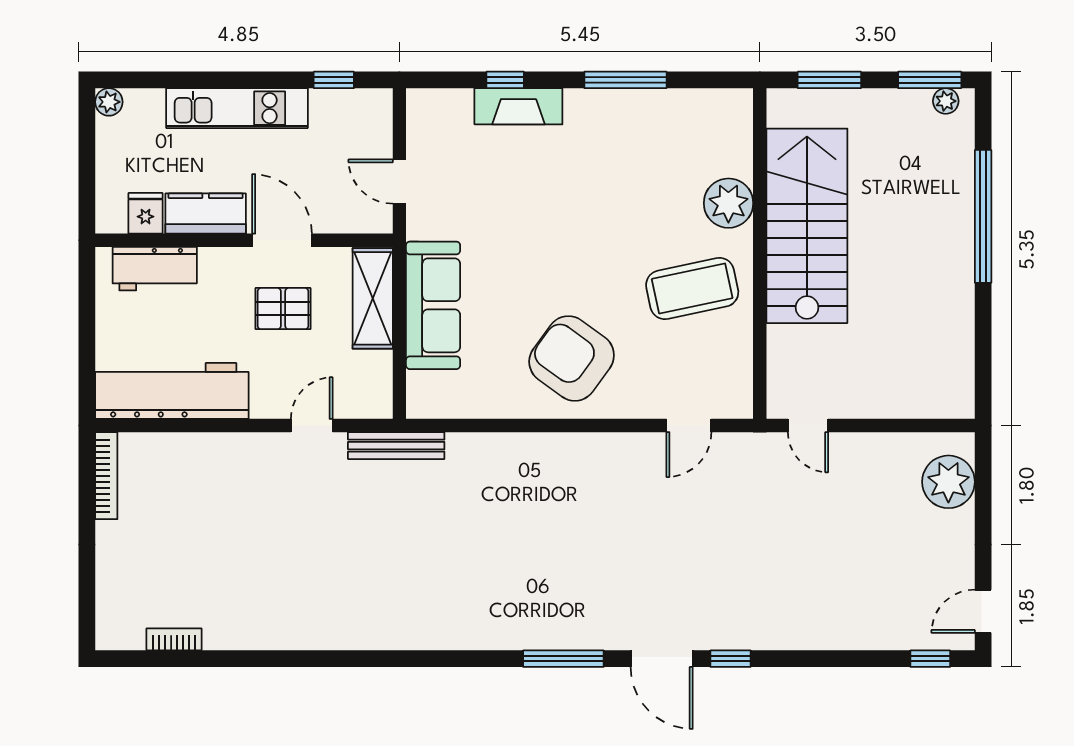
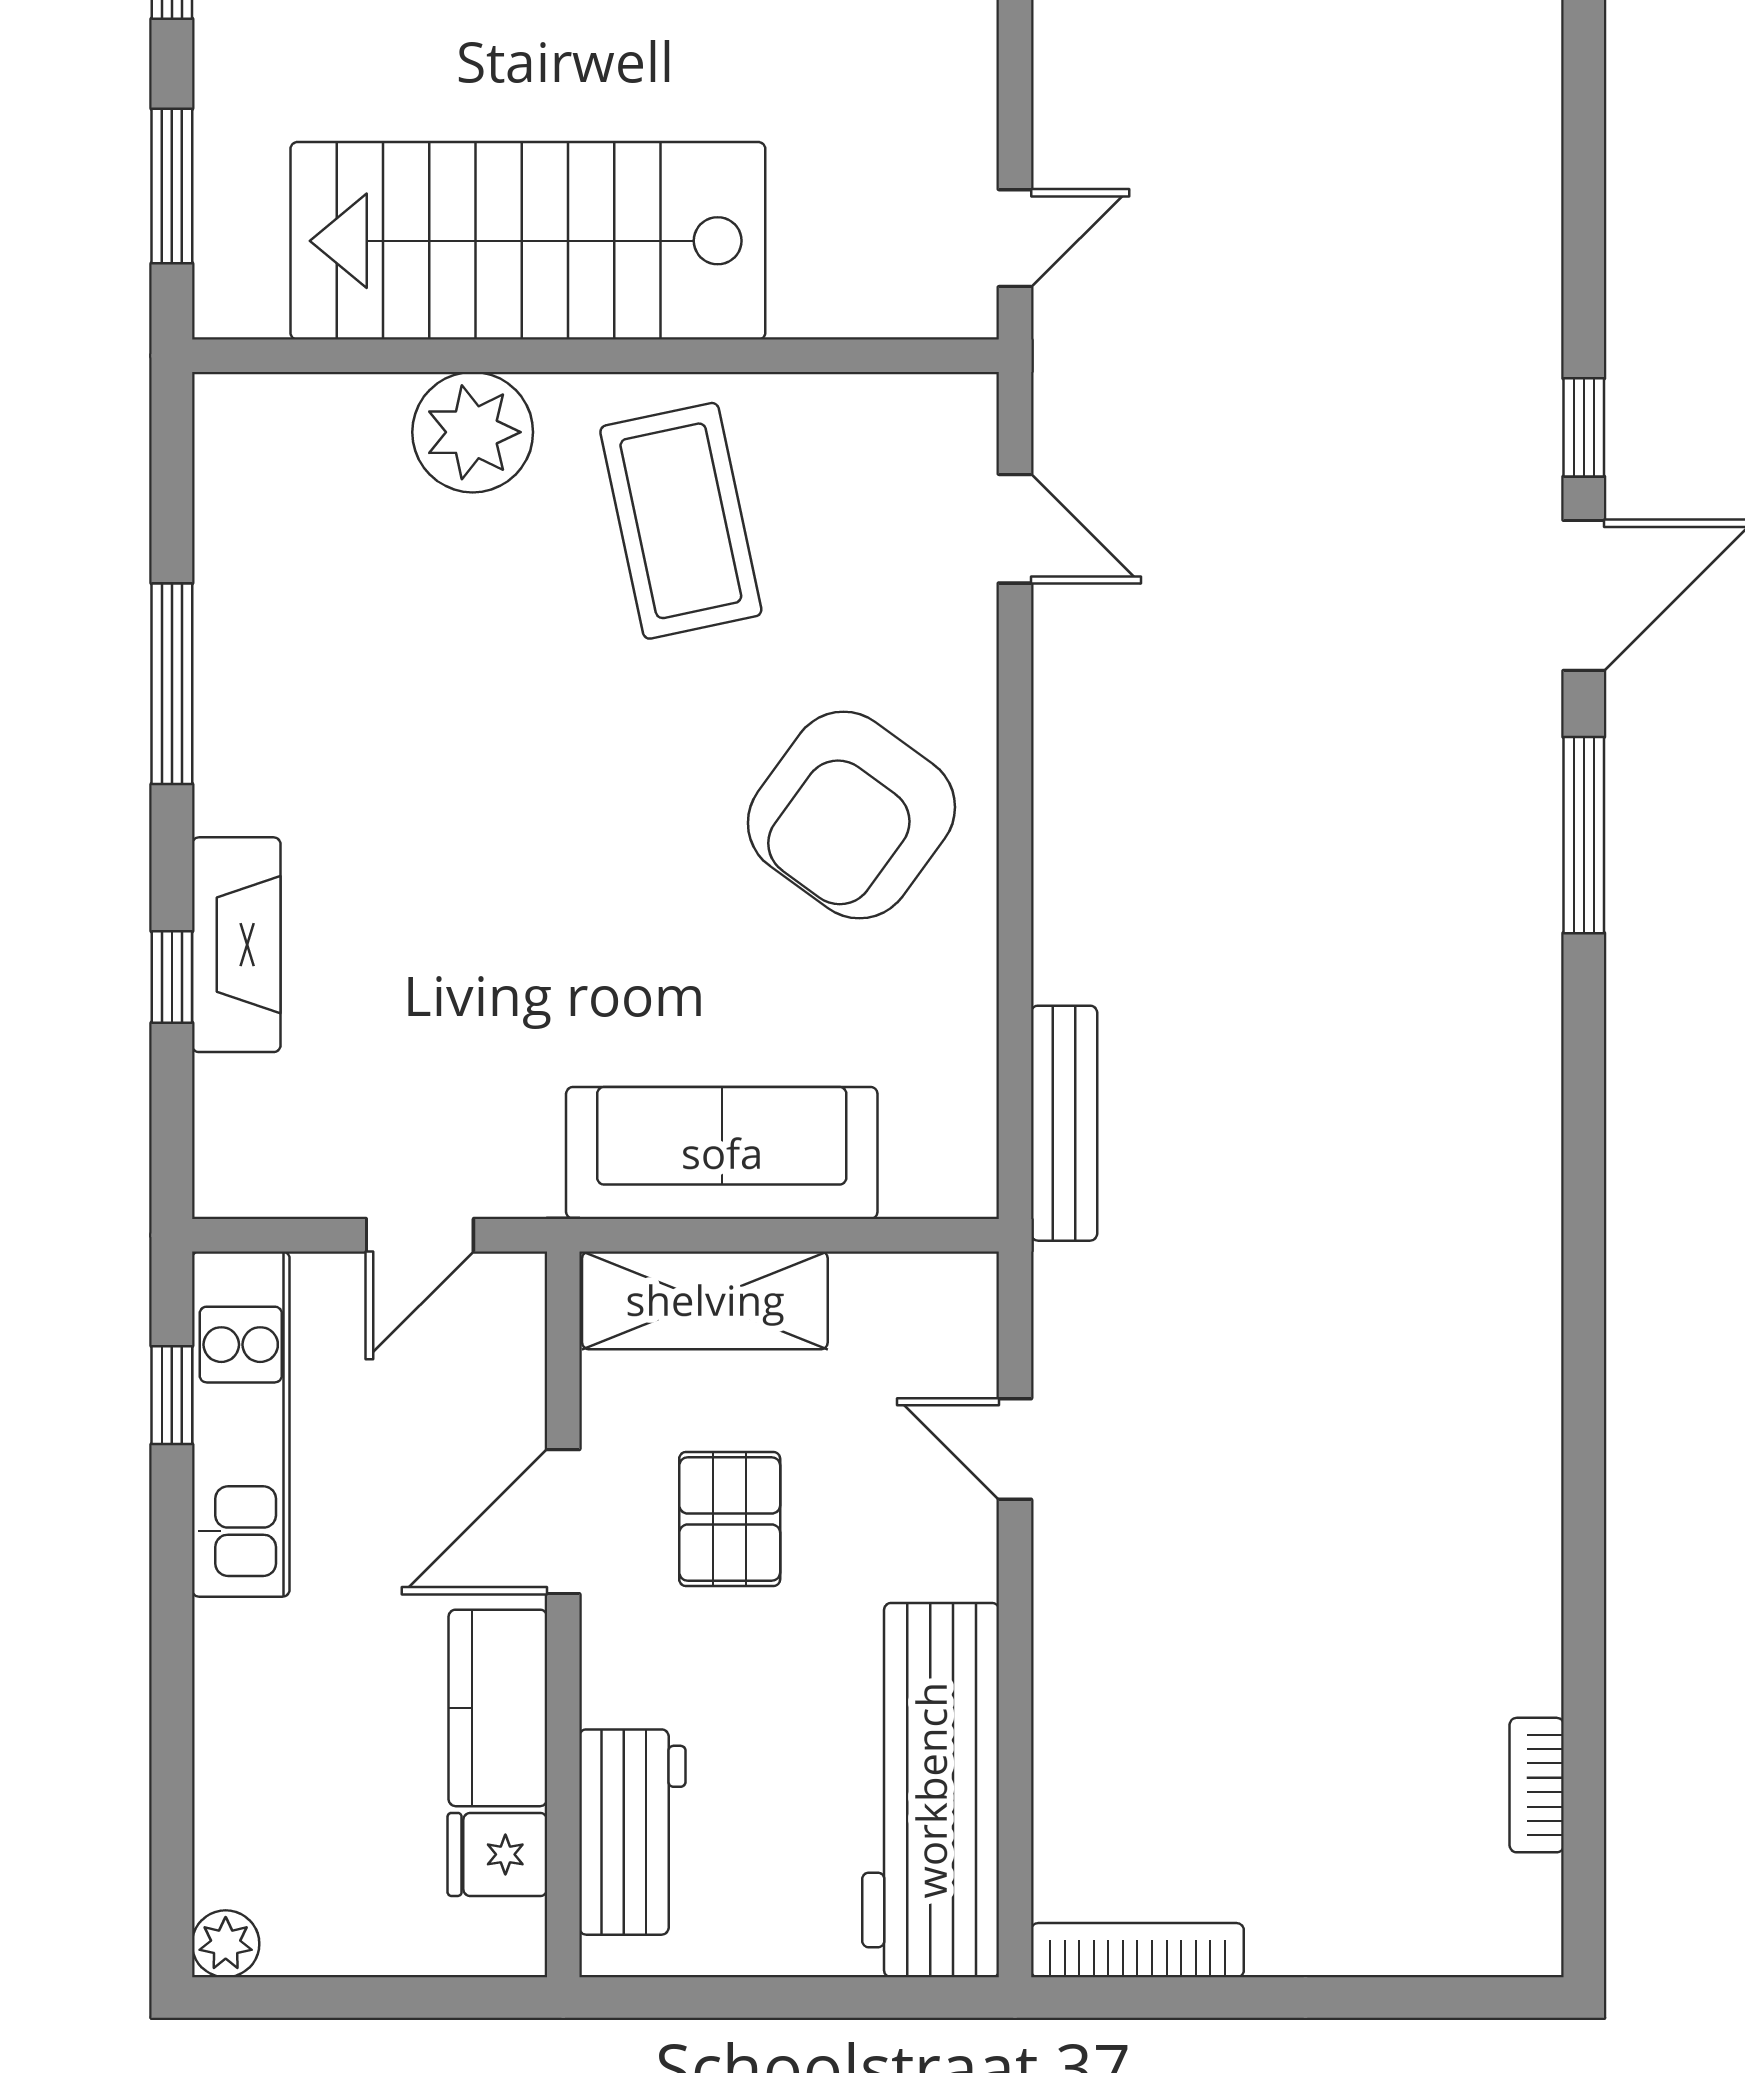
kitchen unit: (237, 108) -> (241, 1424), moved
bench: (396, 446) -> (1064, 1123), moved

